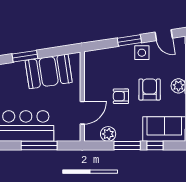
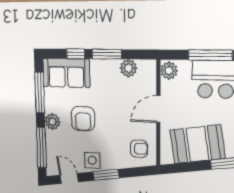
armchair: (121, 96) -> (139, 149), moved
door: (82, 113) -> (158, 109), moved
plant: (73, 133) -> (169, 70), added

